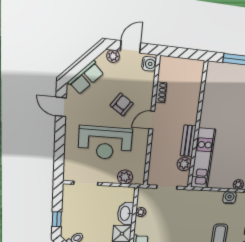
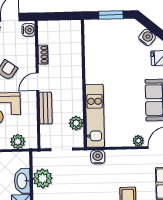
bench: (188, 141) -> (46, 108), moved
water cooler: (229, 198) -> (98, 157), moved
plant: (141, 212) -> (43, 178), width x1.88, depth x1.88

